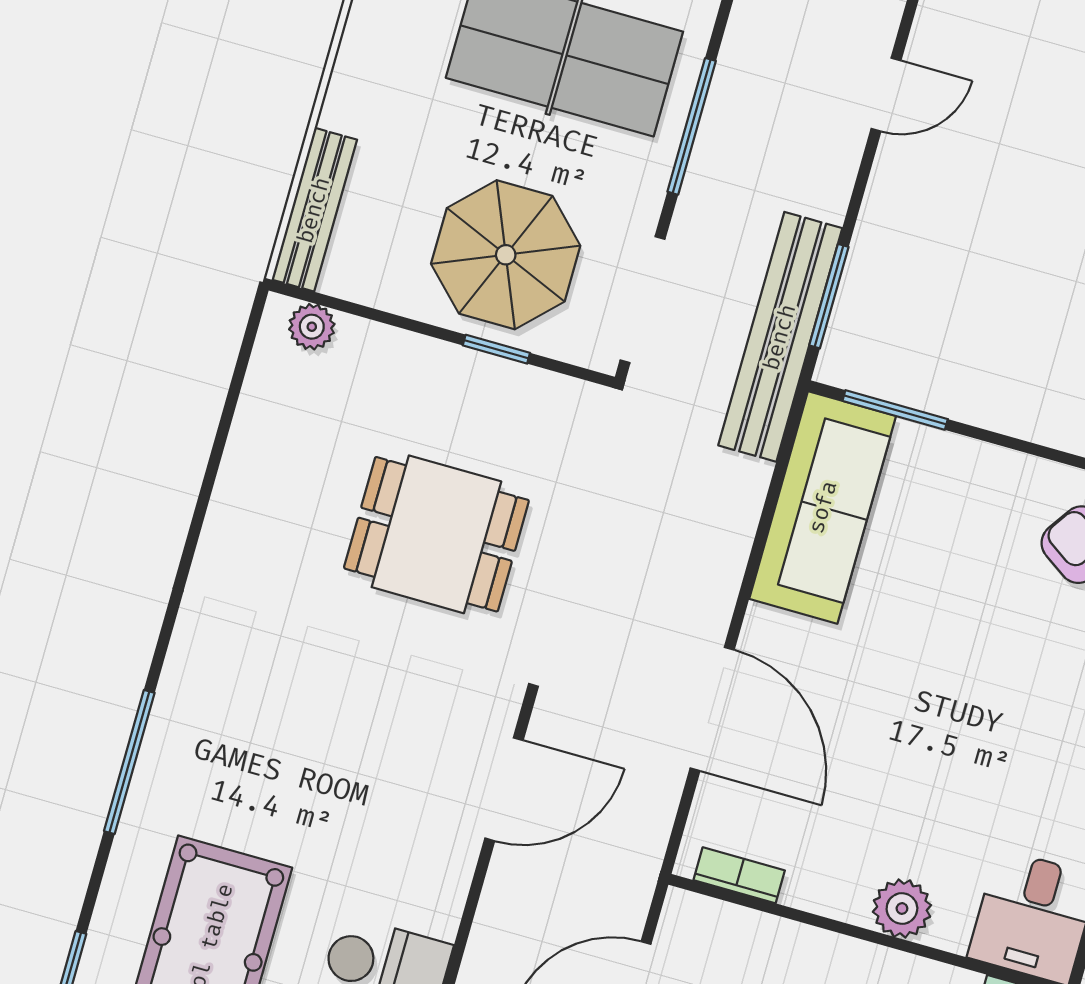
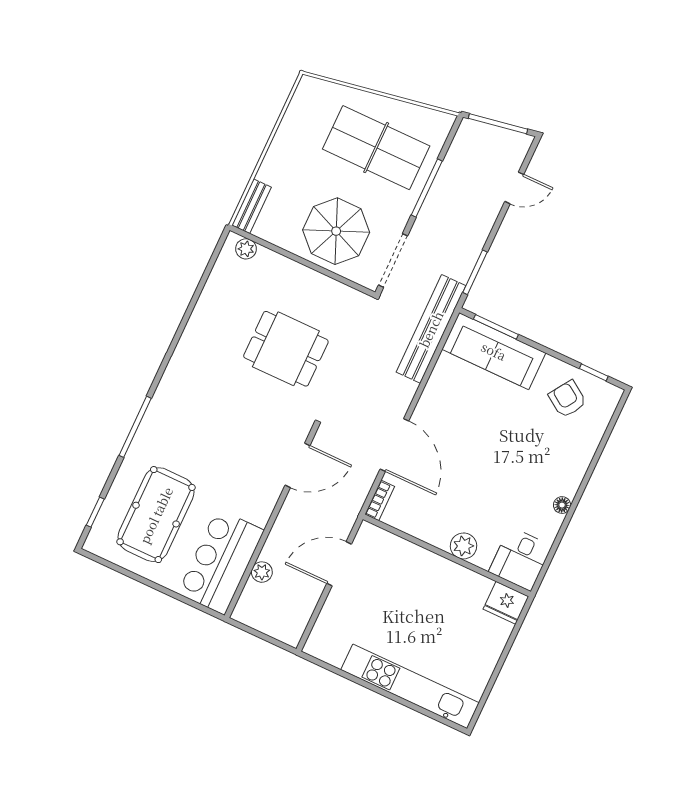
bench: (314, 210) -> (251, 206), width x0.73
bench: (780, 337) -> (431, 329), moved
window: (496, 349) -> (325, 272), removed
sofa: (823, 507) -> (494, 351), moved, turned 90
bookcase: (739, 875) -> (380, 500), moved, turned 90

